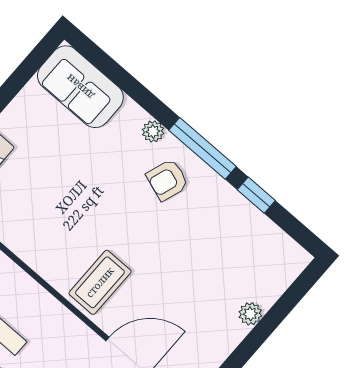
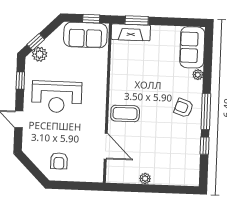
plant: (153, 131) -> (198, 75), moved
plant: (250, 314) -> (145, 179), moved

